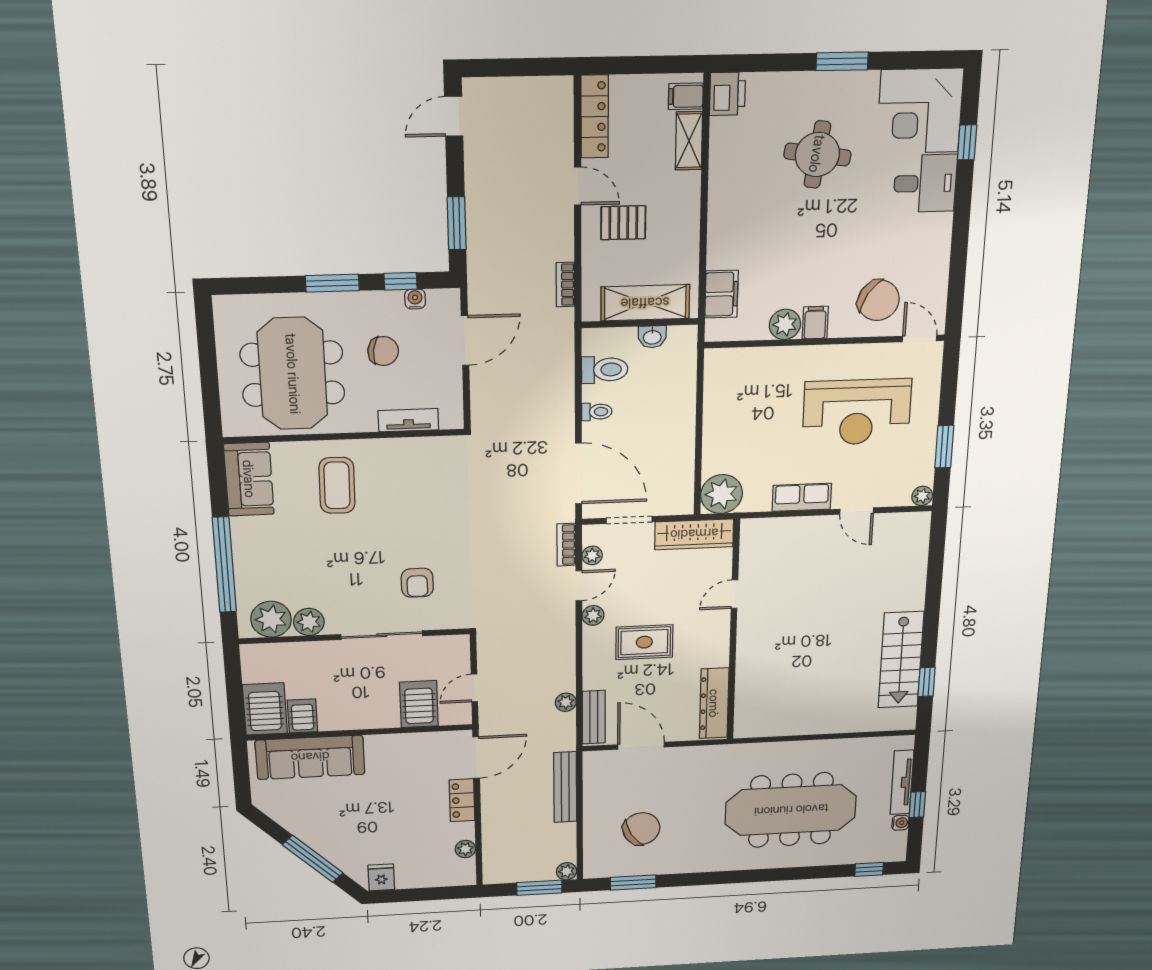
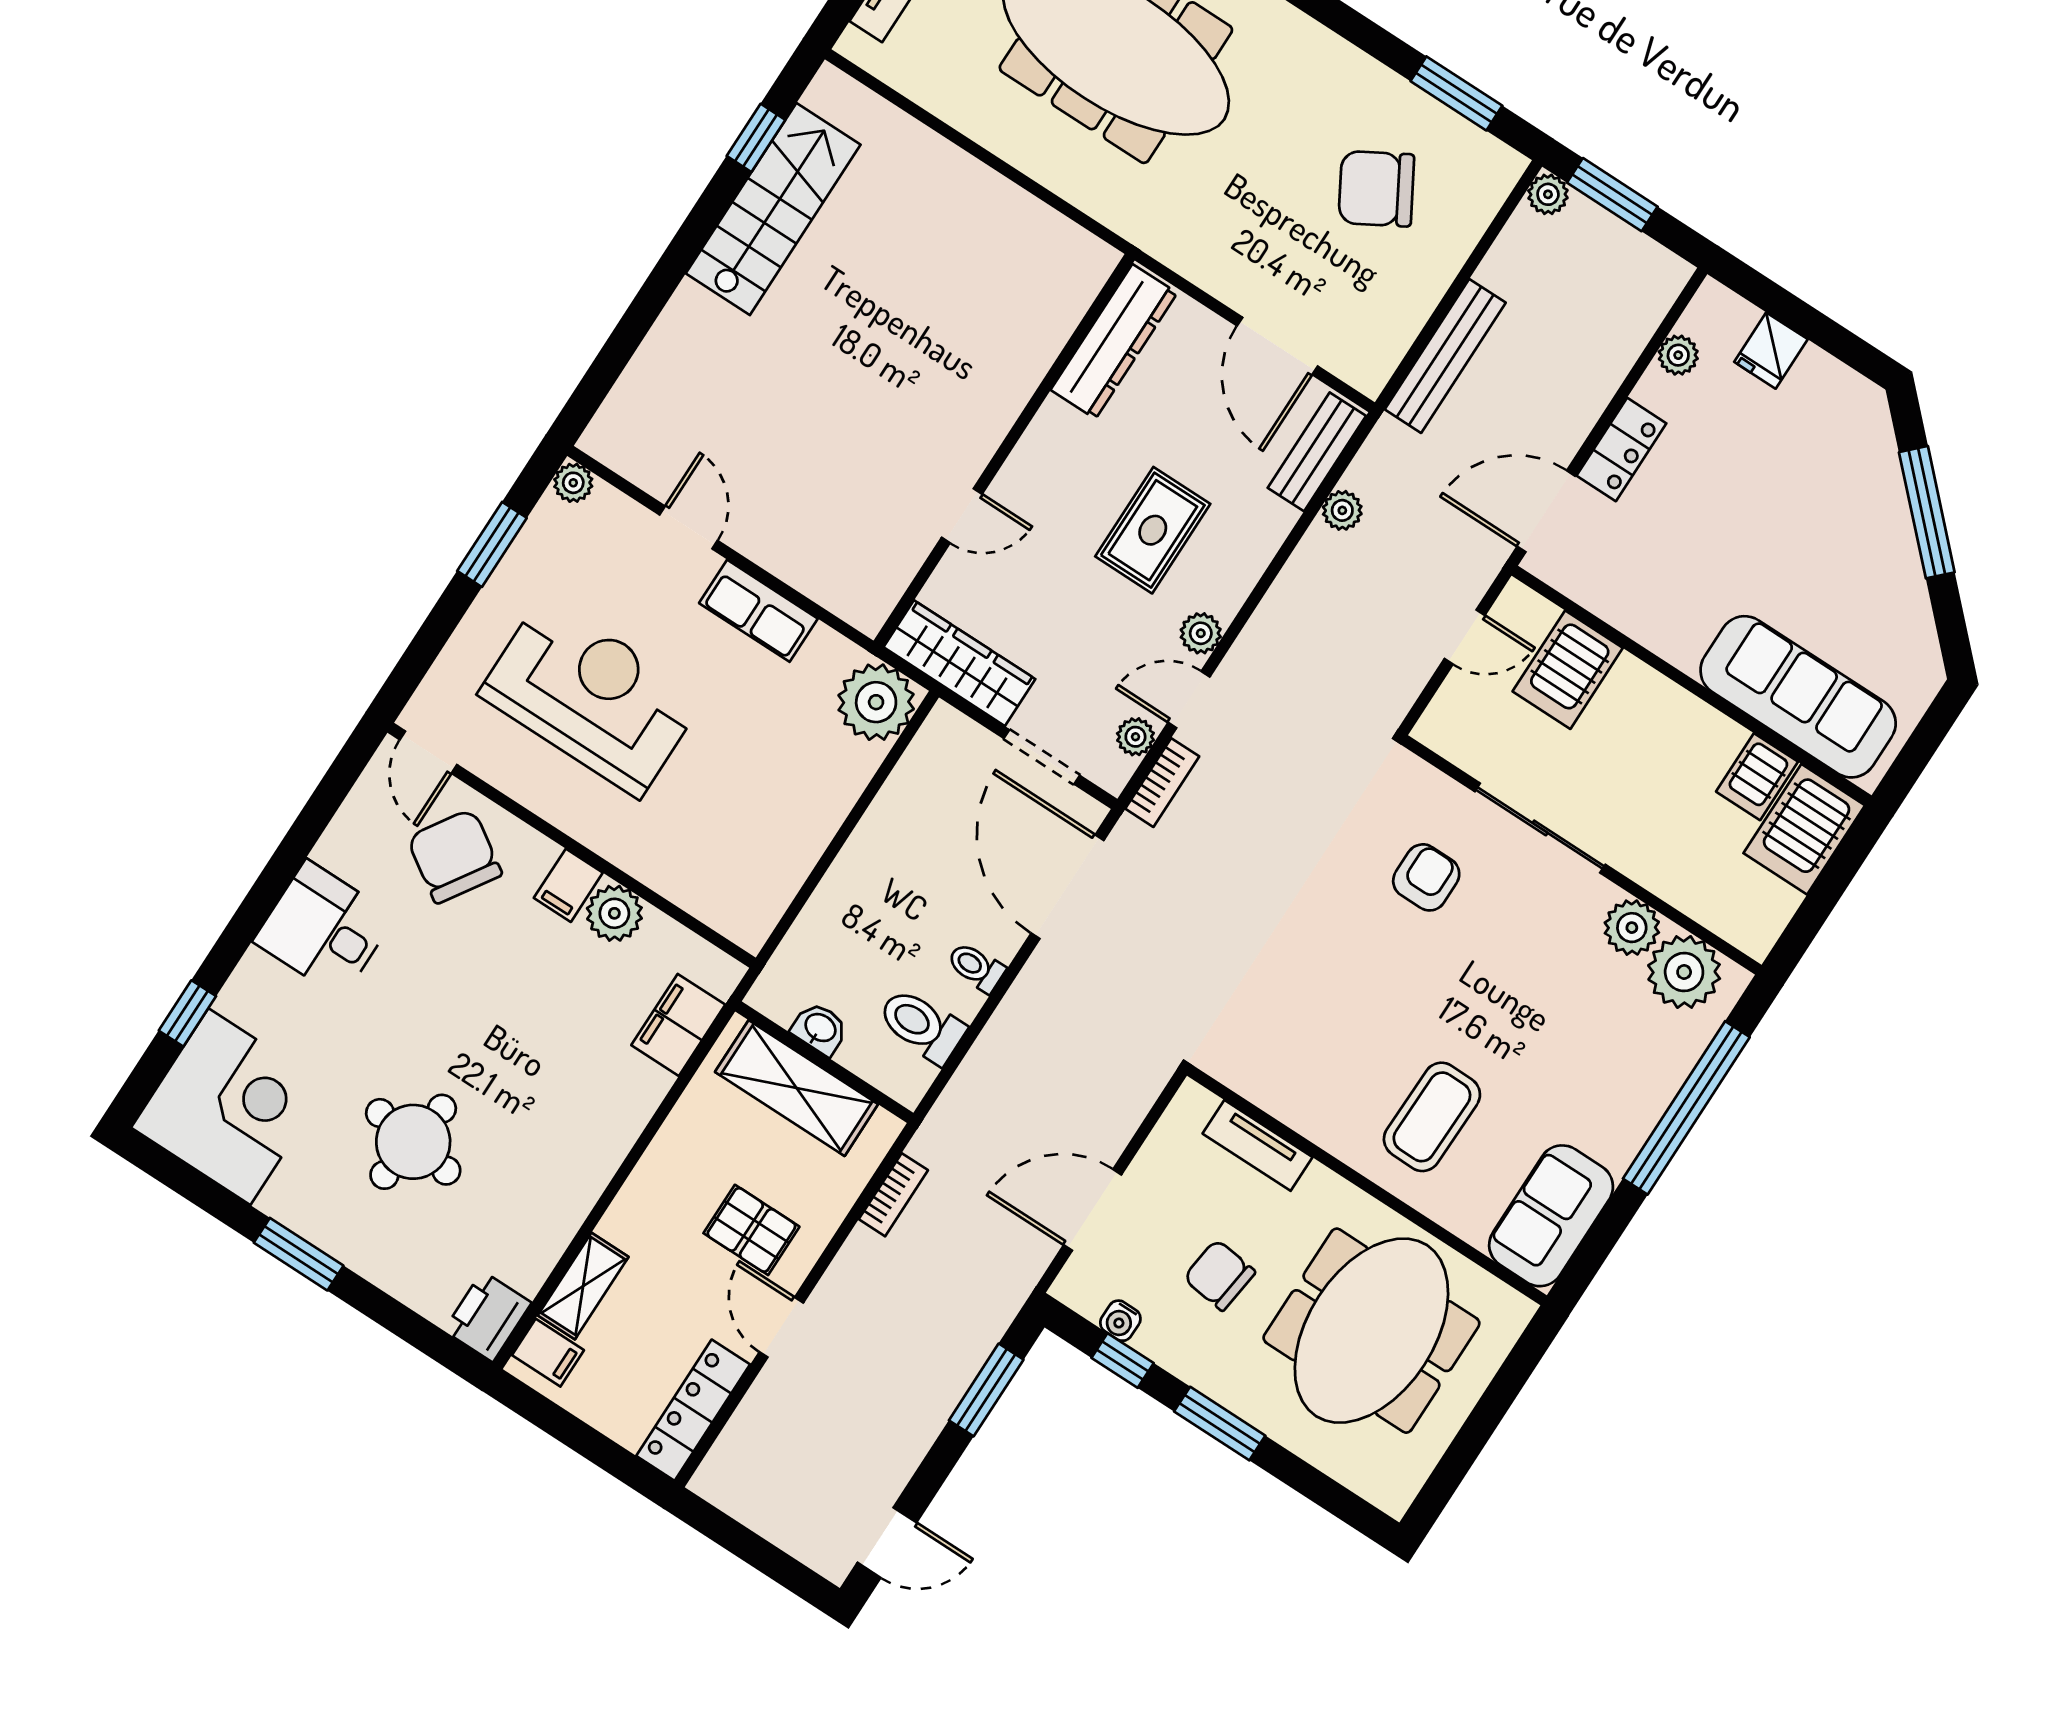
desk: (925, 183) -> (324, 929), moved
rug: (644, 642) -> (1153, 530), turned 90
fridge: (381, 877) -> (1771, 351), moved

